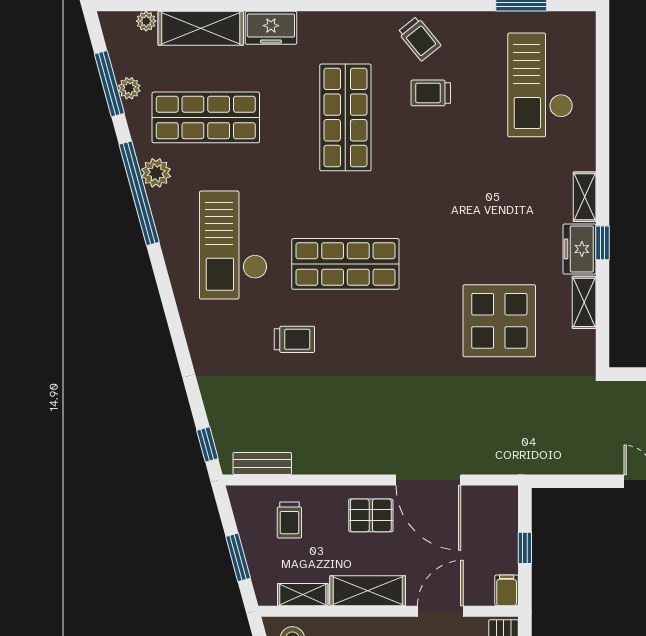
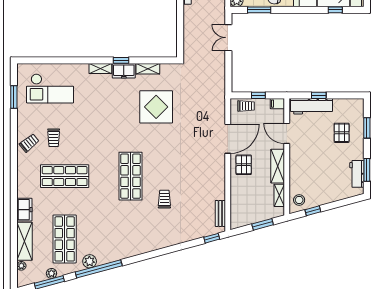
checkout: (233, 245) -> (122, 226), removed
trolley: (289, 520) -> (246, 106), moved

